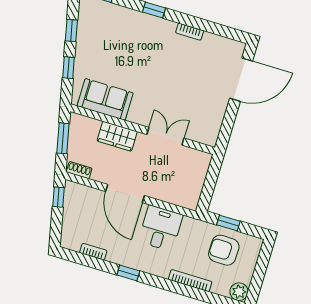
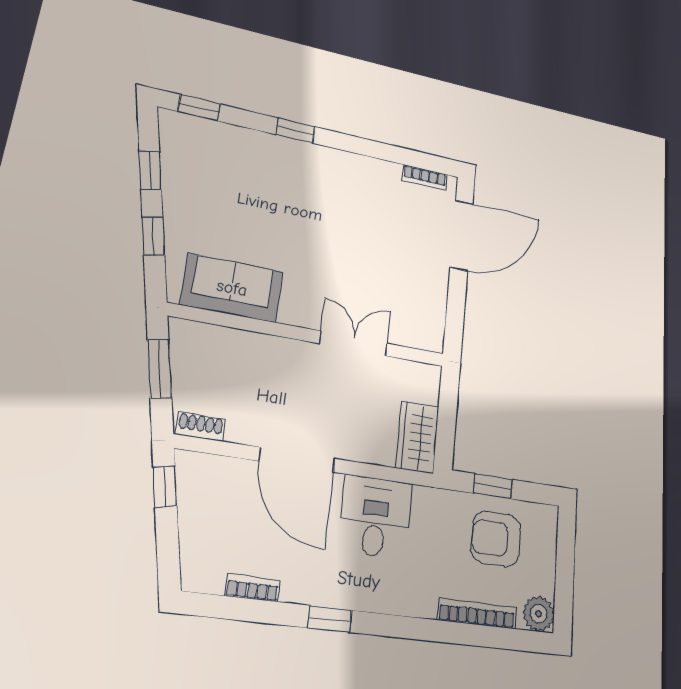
bookcase: (190, 32) -> (425, 178), moved
wardrobe: (117, 136) -> (417, 437), moved, turned 90
bookcase: (190, 281) -> (477, 614), moved

